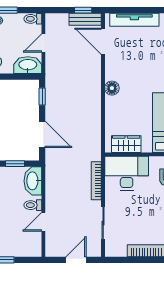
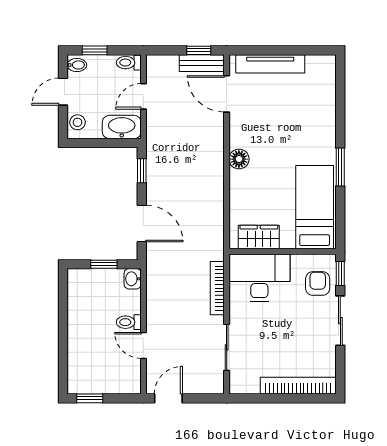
washbasin: (33, 181) -> (133, 279), width x0.52, depth x0.69
door: (43, 222) -> (143, 345), hinge flipped
door: (76, 260) -> (168, 398), moved

